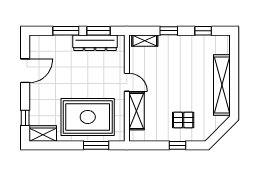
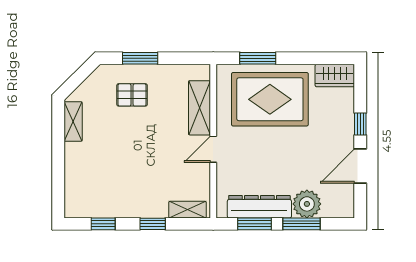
plant: (62, 44) -> (307, 204), added
door: (127, 82) -> (213, 149), hinge flipped
shelving: (222, 85) -> (73, 121), width x0.45, depth x0.75
window: (25, 118) -> (360, 124), moved
window: (177, 145) -> (140, 58), width x1.50

